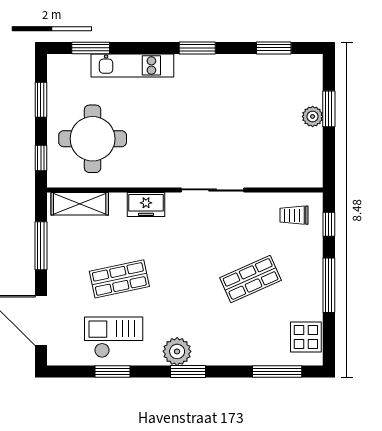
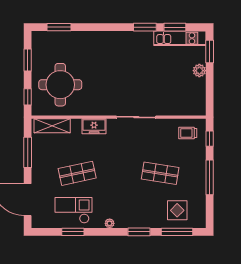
window: (197, 48) -> (145, 27), moved
kitchen unit: (132, 65) -> (180, 38), moved
window: (329, 109) -> (210, 52), moved
shop shelf: (251, 279) -> (160, 173), turned 33
display table: (306, 337) -> (177, 210), moved
plant: (177, 351) -> (110, 223), width x0.53, depth x0.53
window: (188, 371) -> (139, 232), moved

